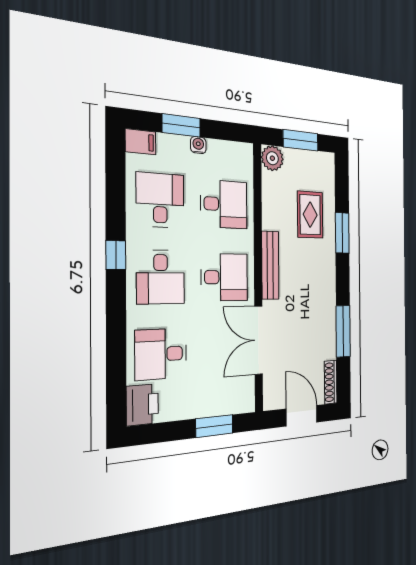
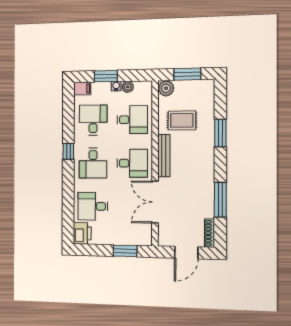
plant: (217, 149) -> (128, 87), added
rug: (310, 215) -> (182, 120), moved, turned 90
door: (302, 416) -> (186, 253), swing flipped

